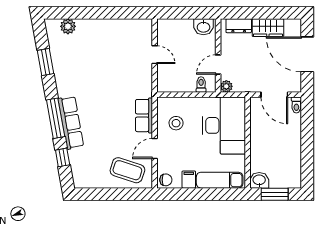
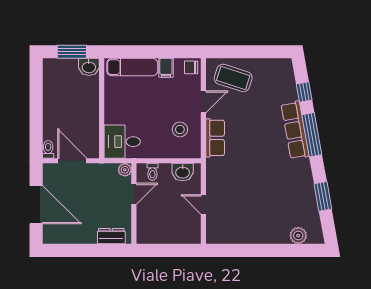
washbasin: (203, 27) -> (183, 172), moved, turned 180
wardrobe: (268, 28) -> (79, 234), removed
desk: (224, 125) -> (122, 142), width x0.53, depth x0.77

